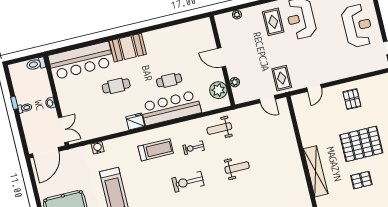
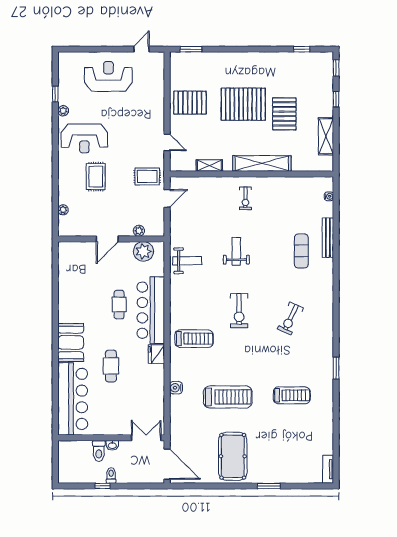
rug: (273, 22) -> (96, 177), moved, turned 90
toilet: (36, 64) -> (99, 451), moved
pallet: (352, 99) -> (190, 103), width x1.50, depth x1.42
weight bench: (219, 128) -> (187, 261), turned -90
shelving: (303, 128) -> (209, 165), added
pallet: (361, 144) -> (243, 104), turned 90
water cooler: (98, 148) -> (176, 388), moved
exercise bike: (194, 148) -> (245, 198), moved
treadmill: (156, 150) -> (194, 339), turned 90
pallet: (361, 180) -> (284, 114), width x1.50, depth x1.42

